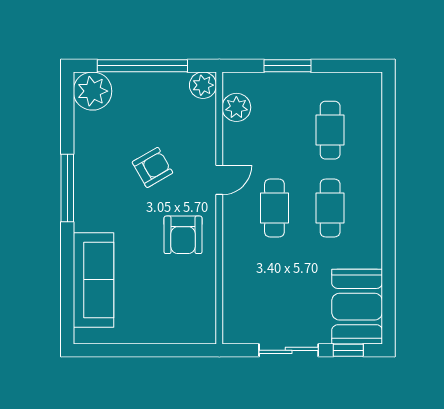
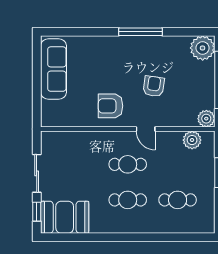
armchair: (152, 167) -> (154, 86), turned -142
sofa: (93, 280) -> (53, 69), moved, turned -90

